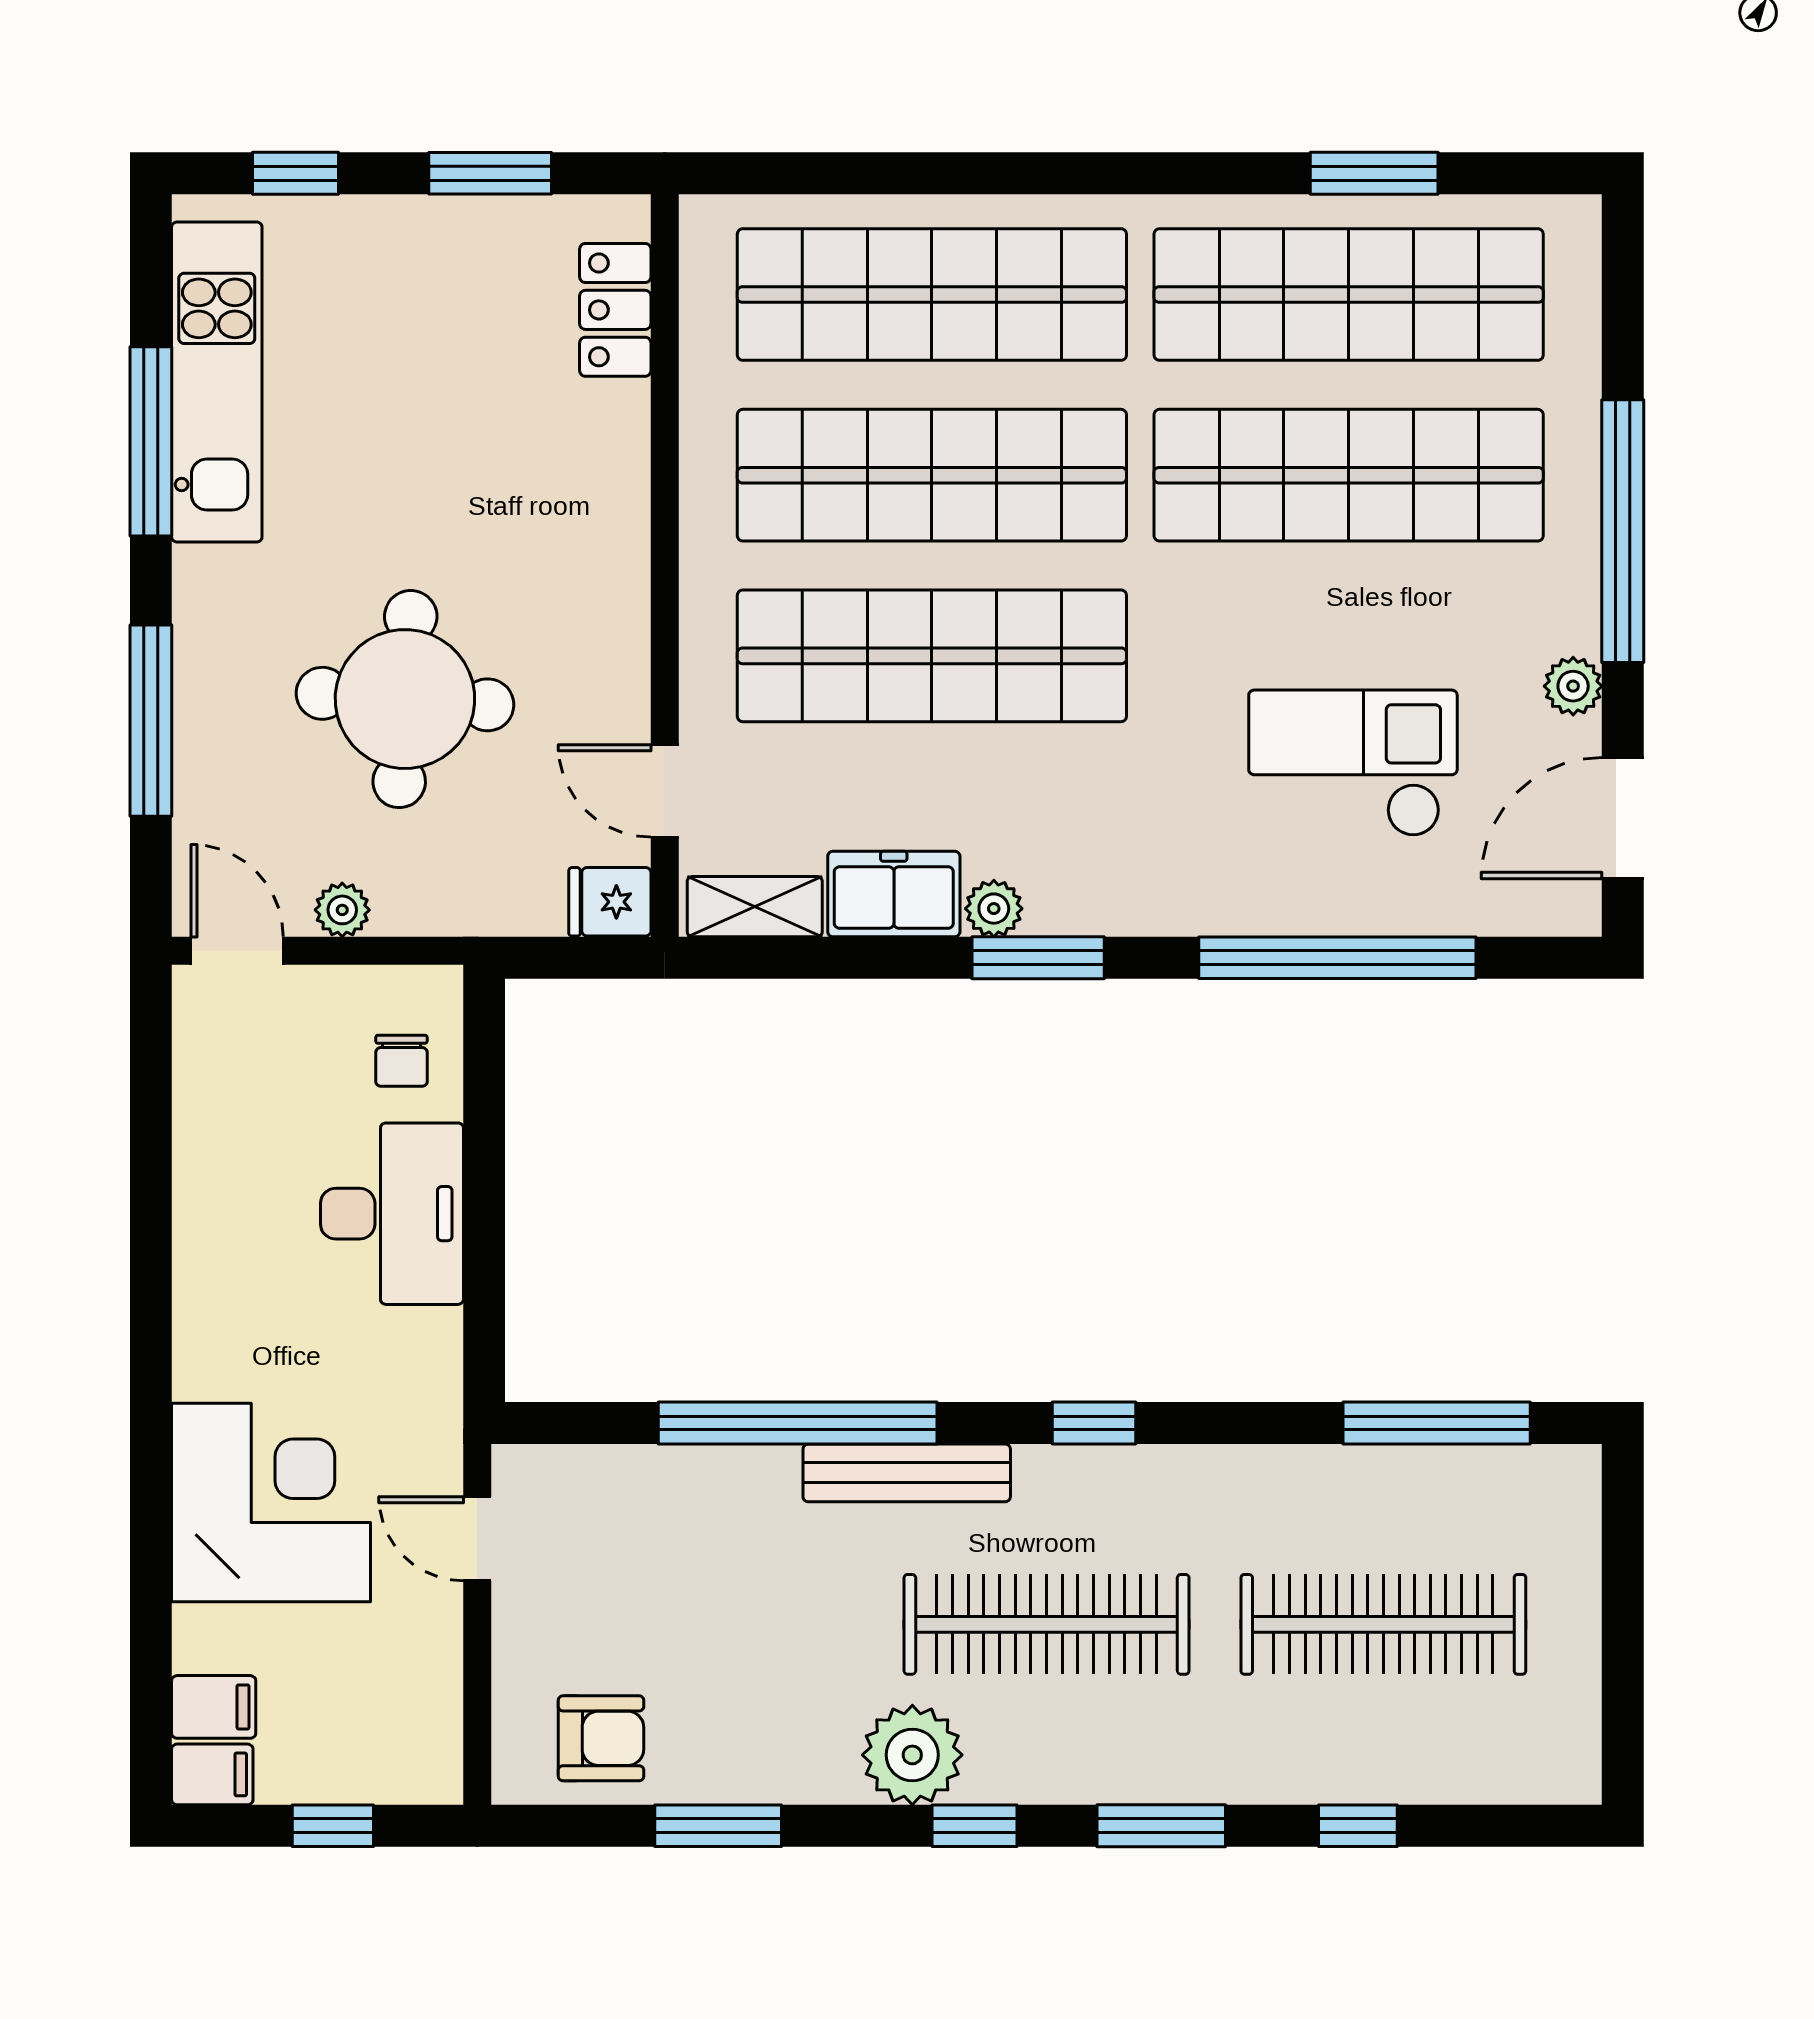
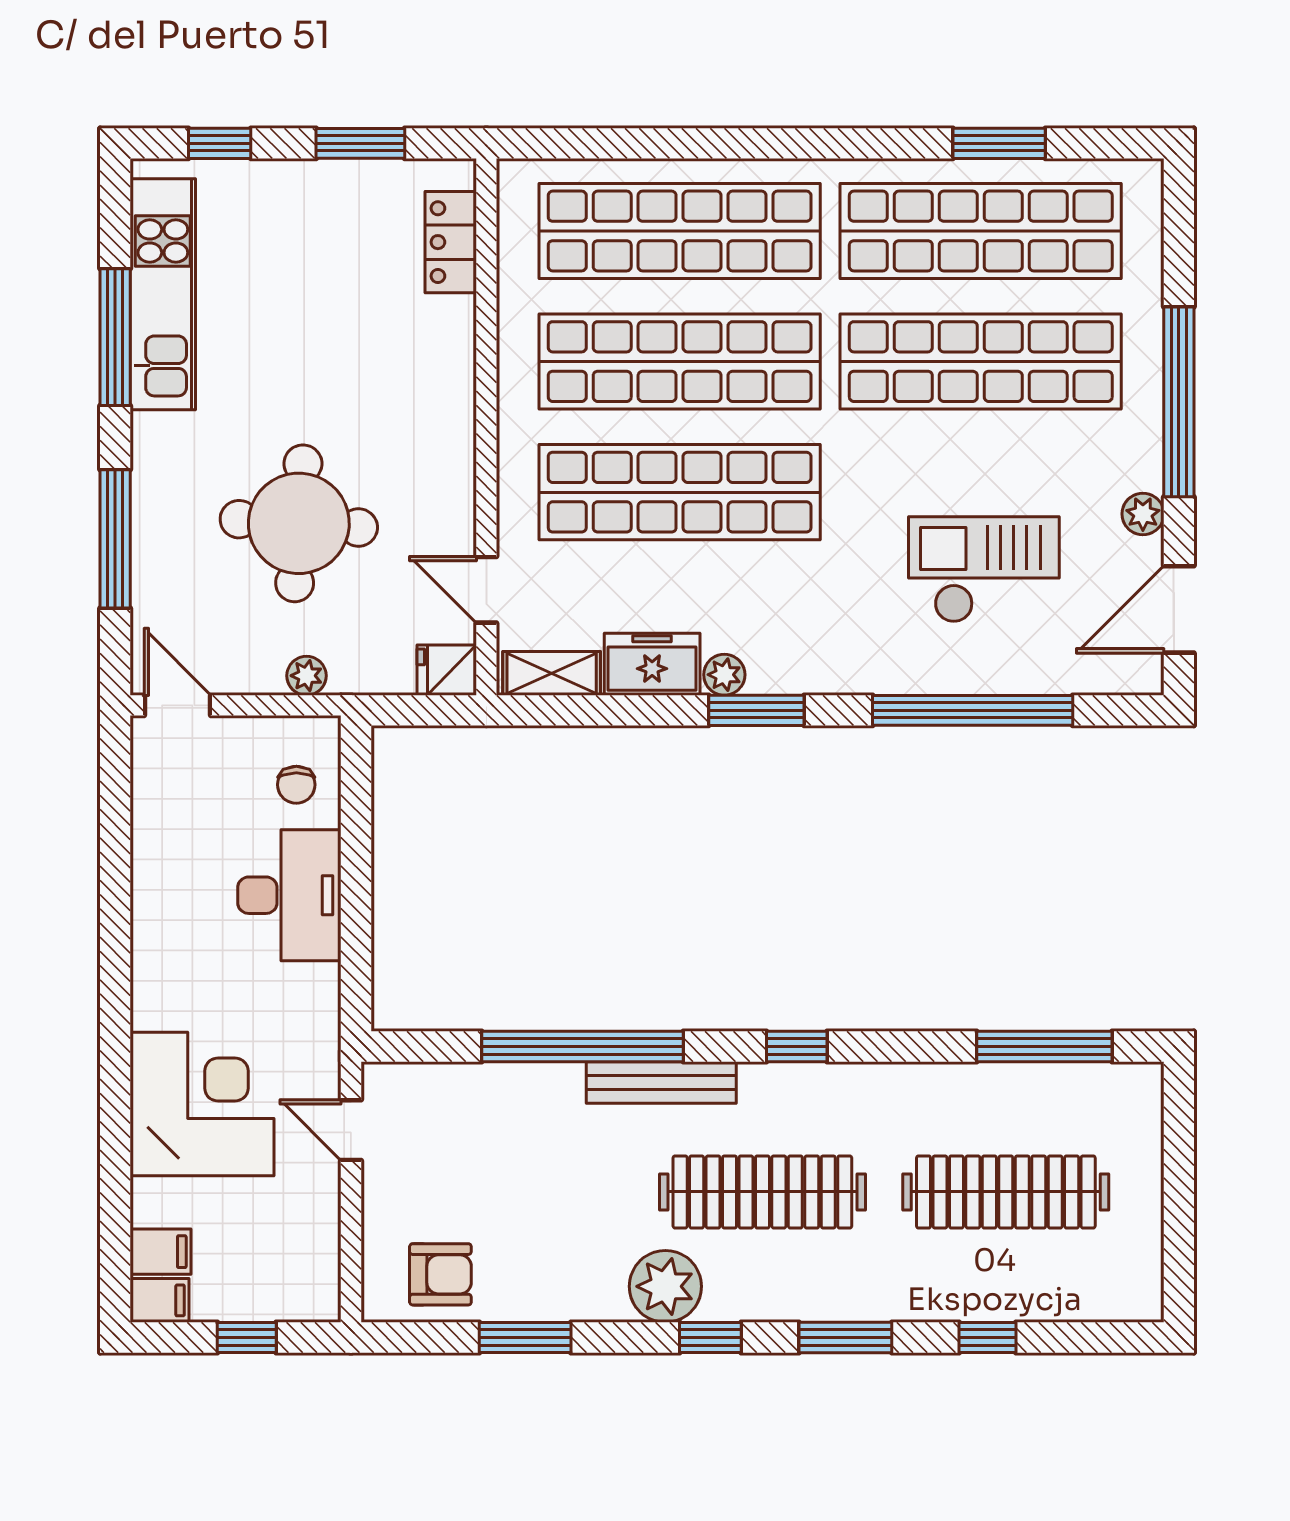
plant: (342, 910) -> (307, 676), moved

